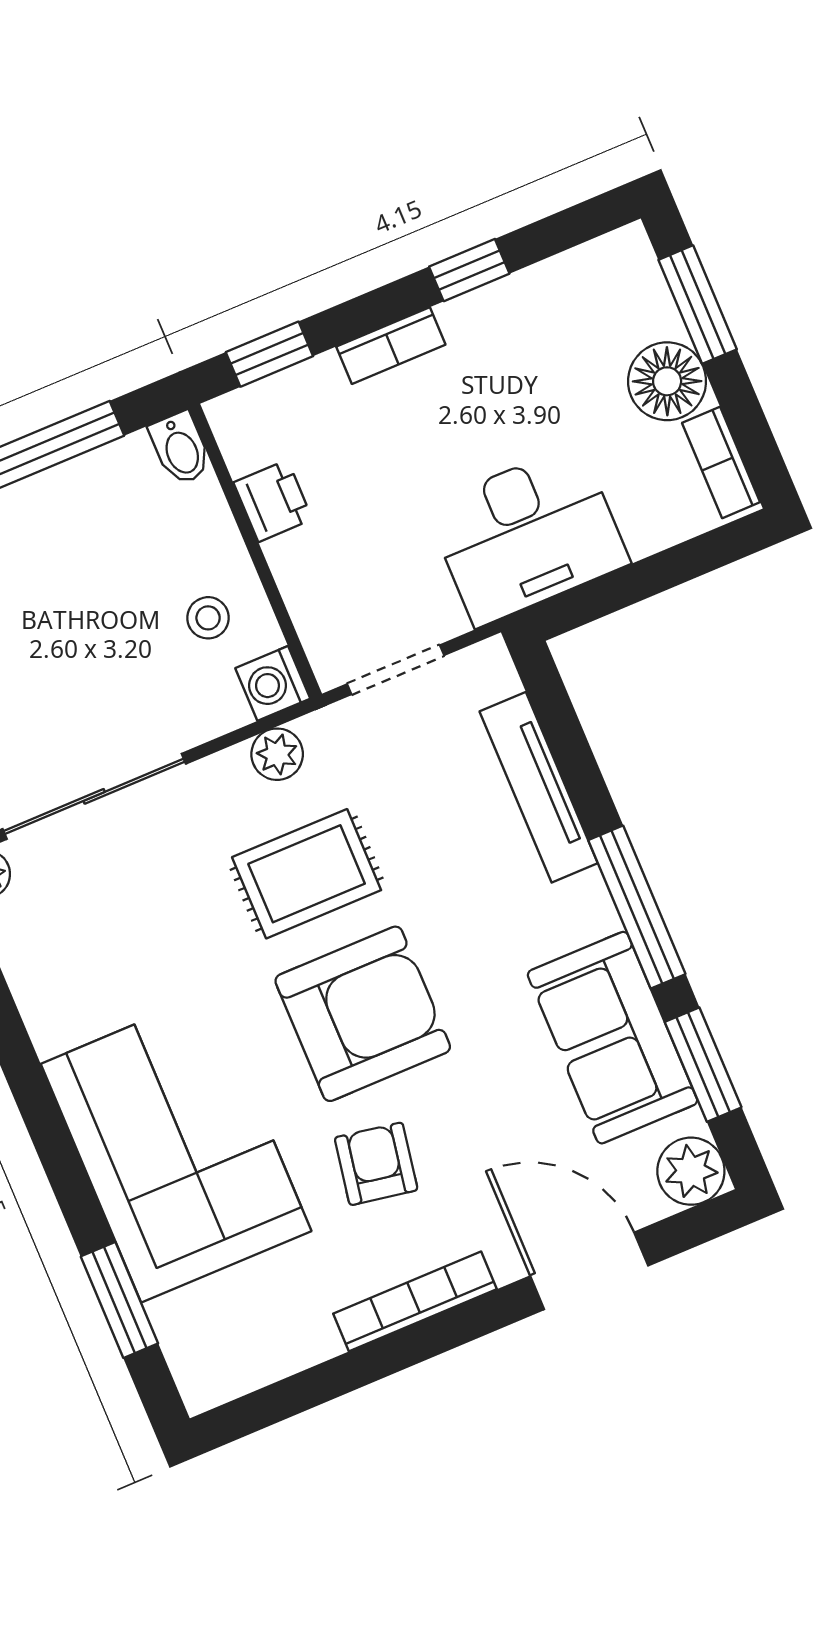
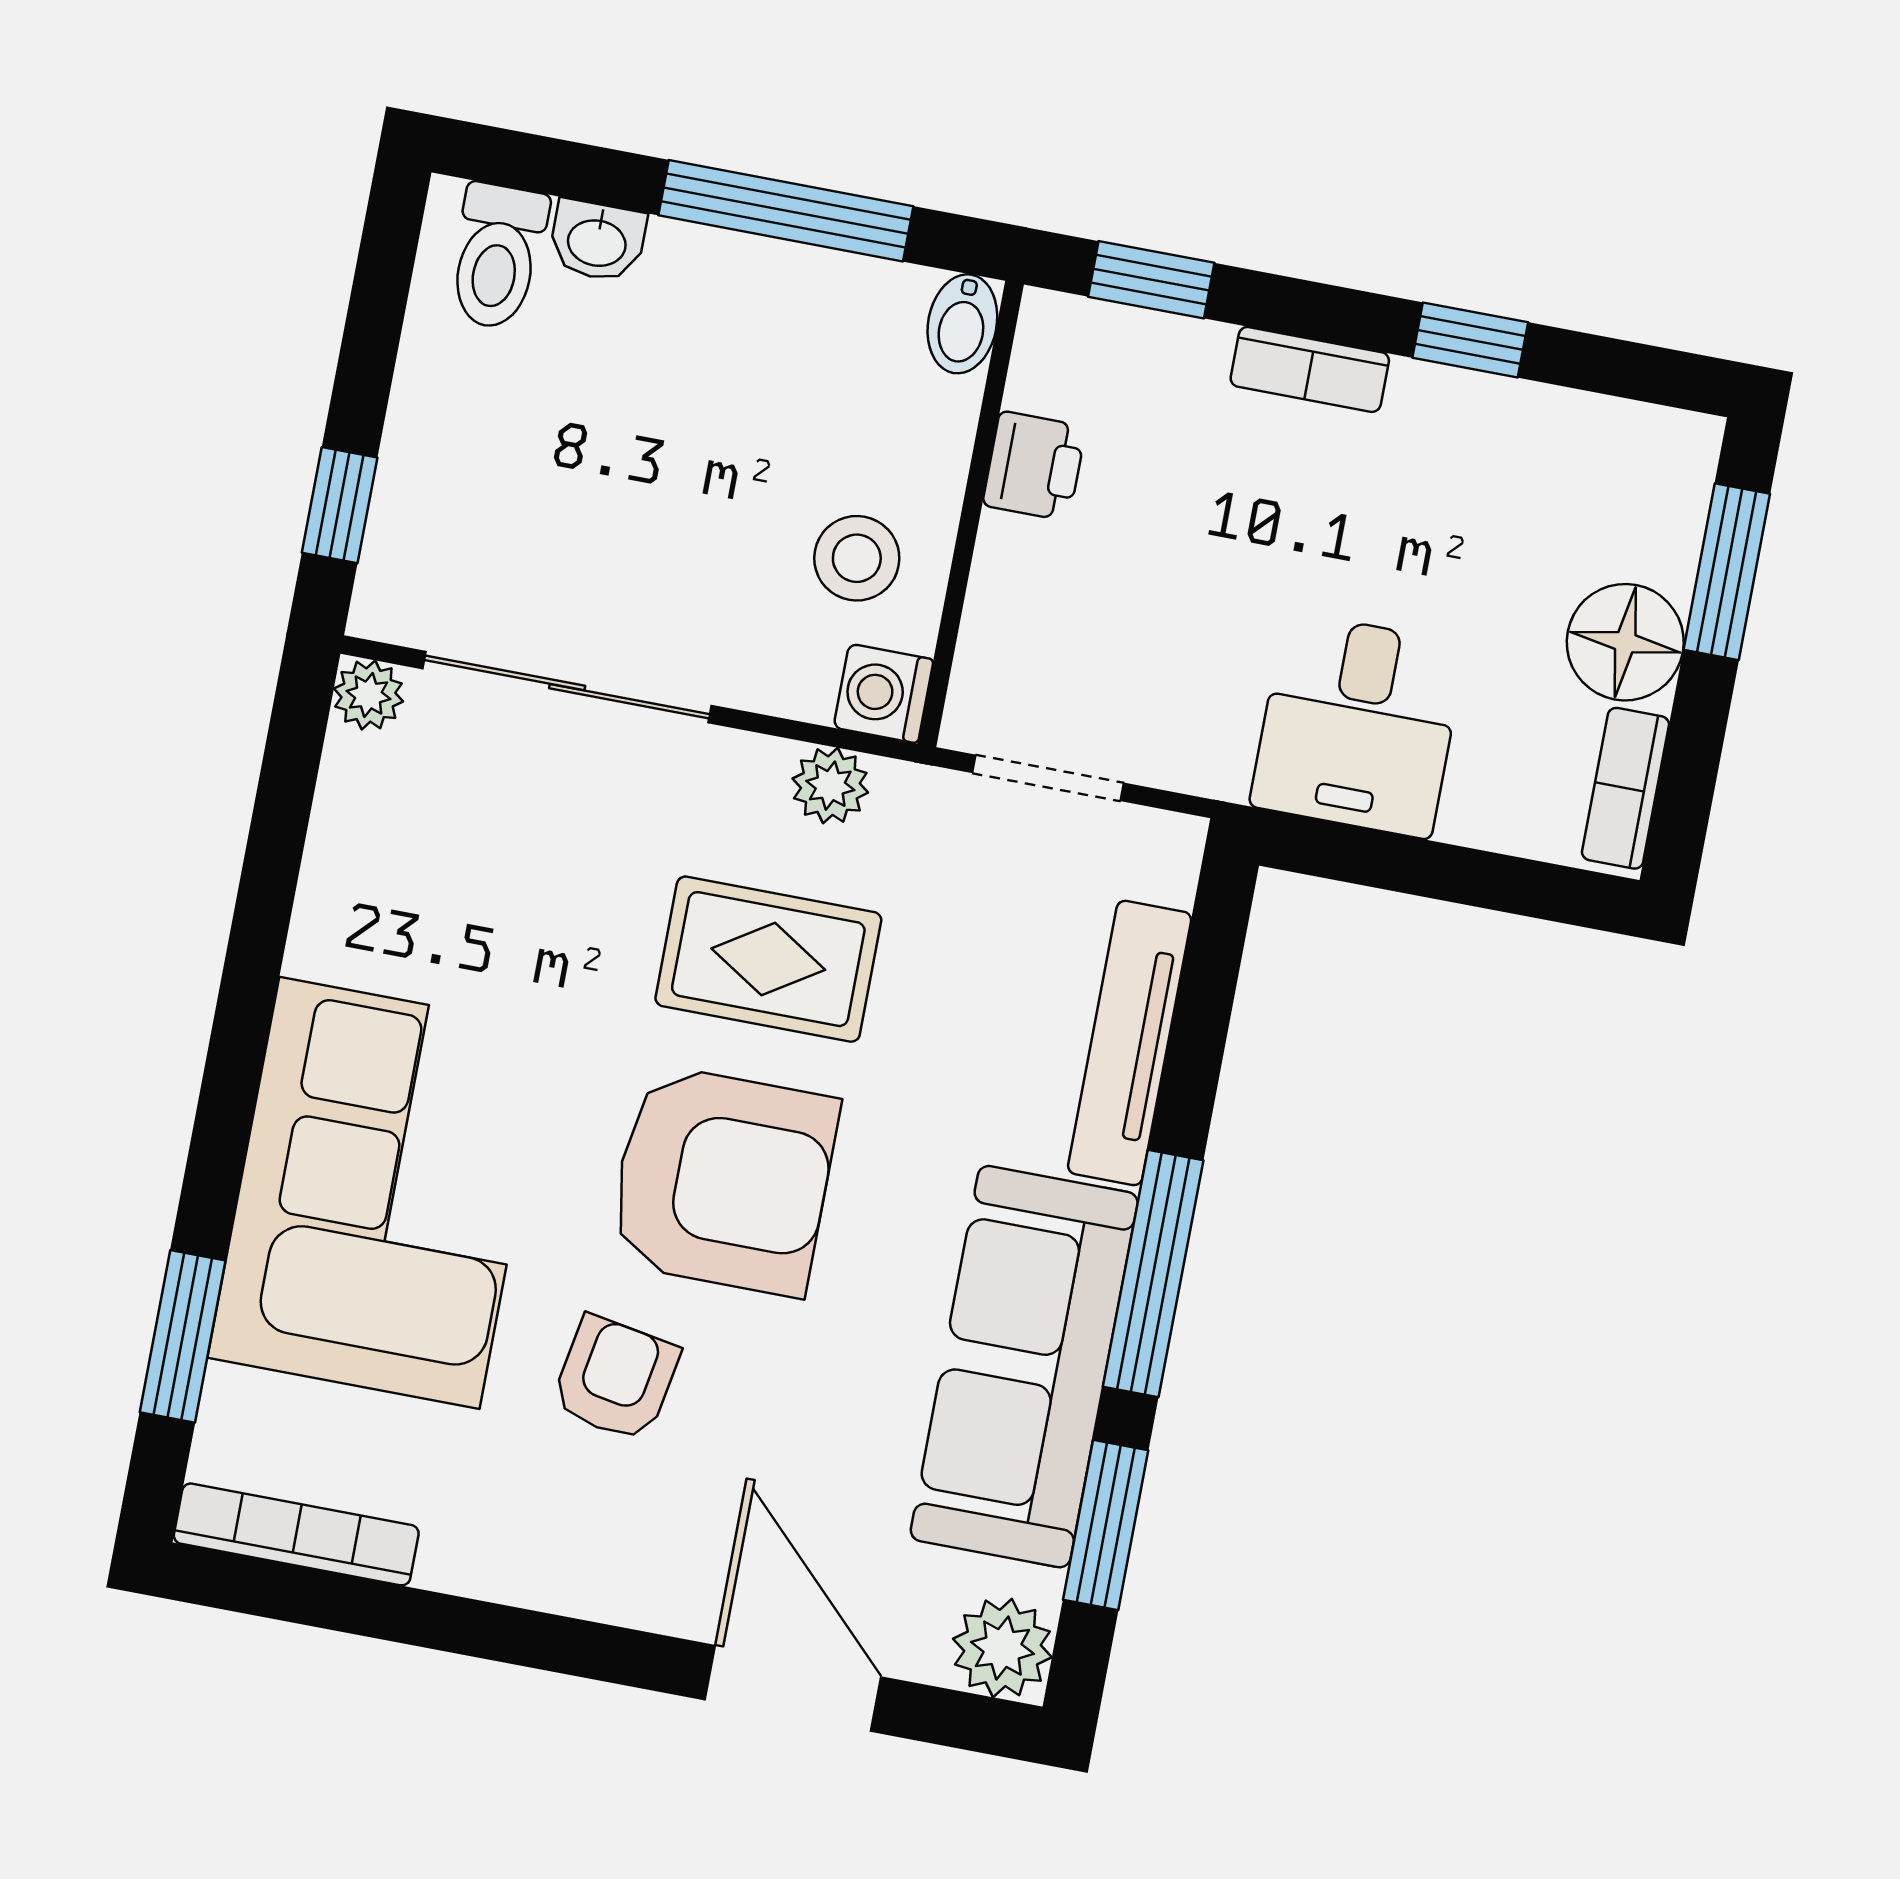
desk: (527, 535) -> (1358, 725), width x0.73
stool: (208, 618) -> (857, 558), width x1.37, depth x1.37
sofa: (612, 1038) -> (1024, 1367), width x1.36
bookcase: (415, 1301) -> (296, 1534), moved

